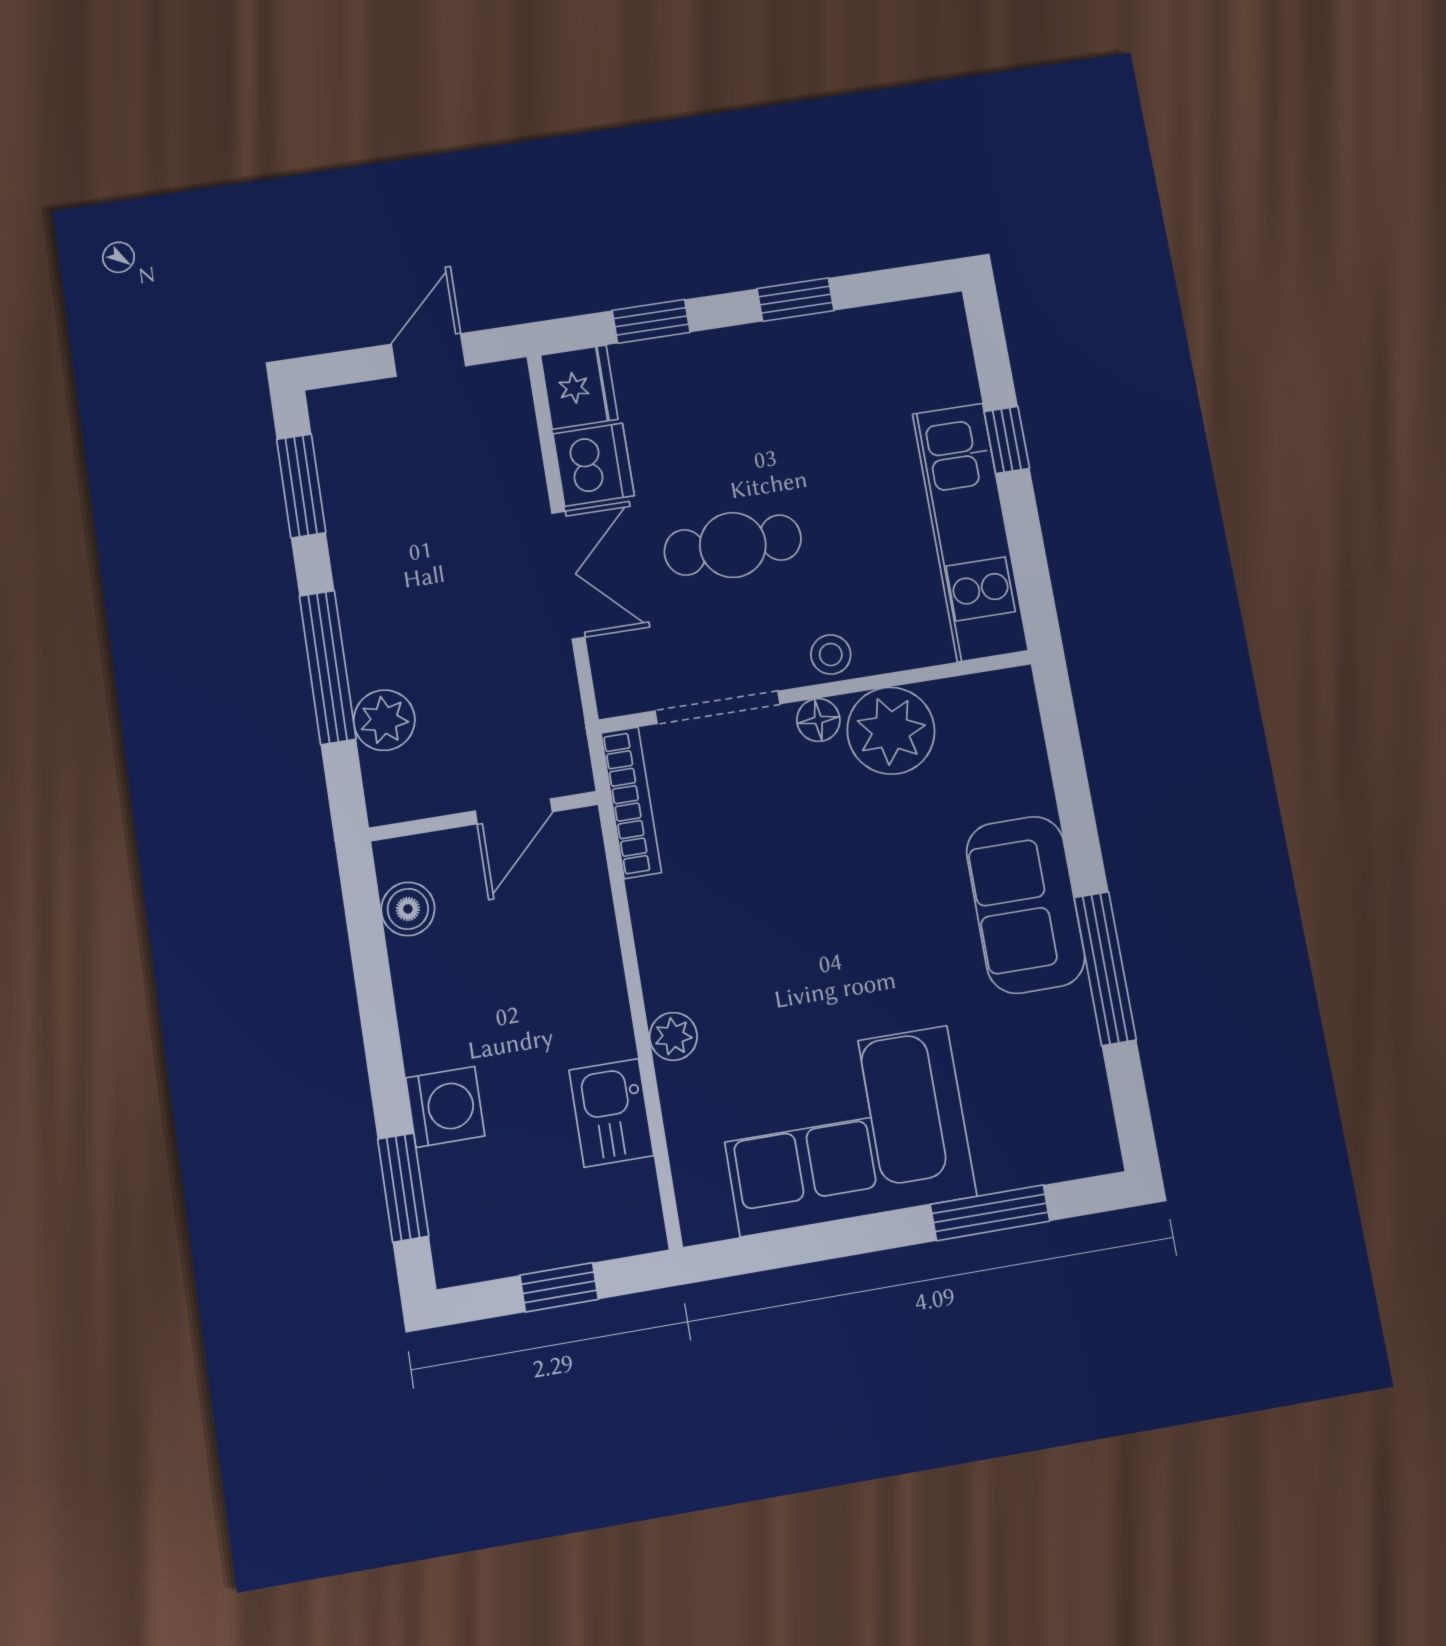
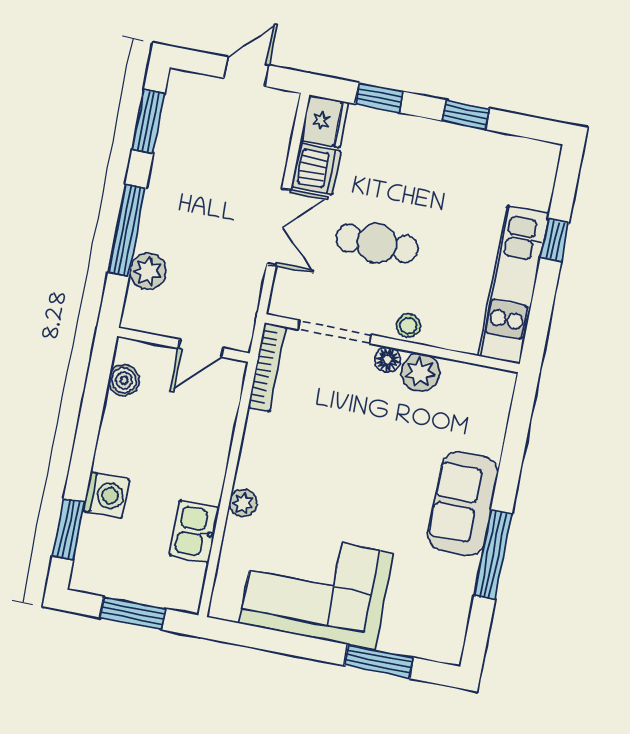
plant: (891, 731) -> (420, 372), width x0.73, depth x0.73
window: (559, 1287) -> (133, 613), width x1.50

